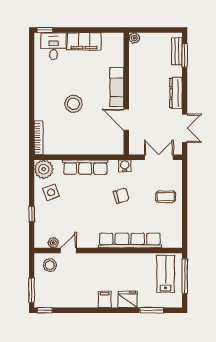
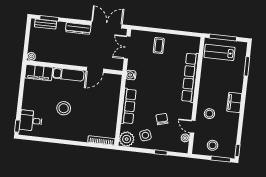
filing cabinet: (84, 41) -> (39, 73), moved, turned 90
stool: (73, 104) -> (64, 108), moved
double door: (185, 128) -> (107, 25), width x1.37
chair: (121, 196) -> (162, 119), moved
stool: (50, 265) -> (213, 145), moved
stool: (87, 270) -> (209, 114), added
filing cabinet: (105, 299) -> (234, 102), width x2.00
fridge: (128, 299) -> (236, 84), removed

